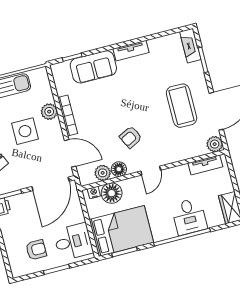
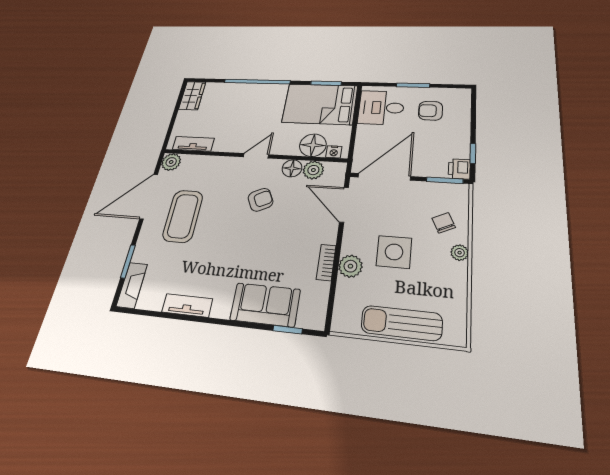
tv unit: (131, 51) -> (187, 305), moved
bookcase: (68, 115) -> (326, 262), width x0.64
desk: (189, 216) -> (239, 99), removed

